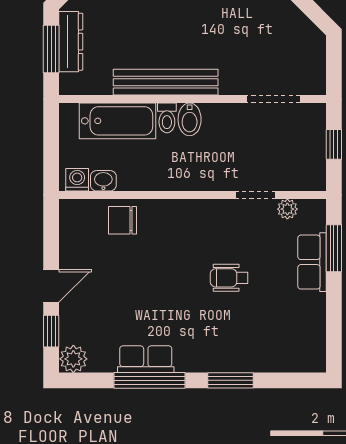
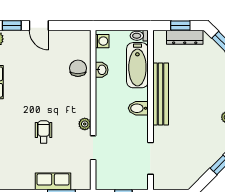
window: (51, 49) -> (180, 26), width x0.67
toilet: (167, 118) -> (139, 36), moved
washbasin: (103, 181) -> (102, 70), moved
plant: (287, 209) -> (85, 124), moved

